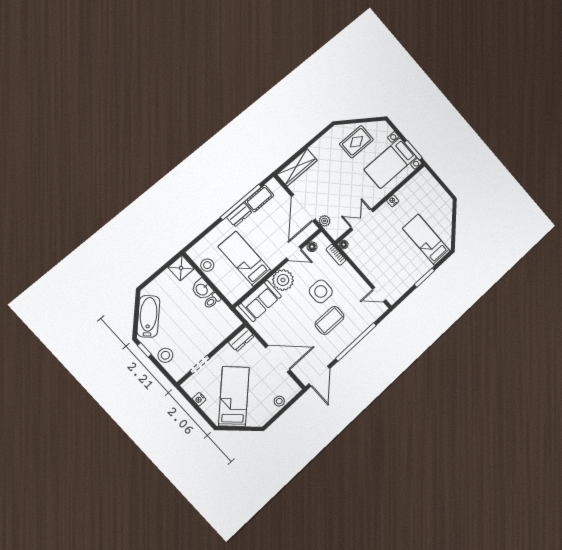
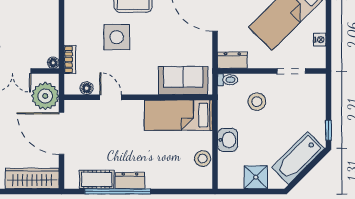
door: (303, 208) -> (62, 134), swing flipped
plant: (325, 221) -> (45, 96), width x1.87, depth x1.87
bed: (245, 259) -> (179, 115), moved, turned 90
shower: (181, 268) -> (256, 177), moved
plant: (283, 280) -> (144, 81), removed
toilet: (212, 301) -> (228, 80), moved
stool: (165, 355) -> (257, 102), moved

